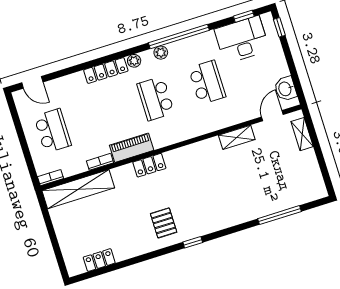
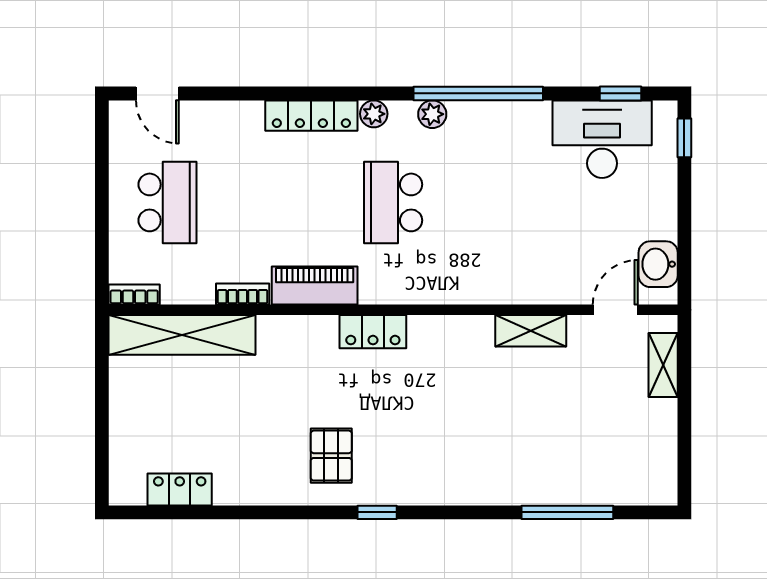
school desk: (207, 82) -> (506, 202), removed
locker: (149, 165) -> (373, 332), moved

